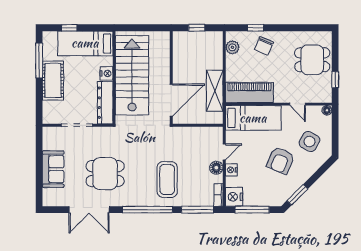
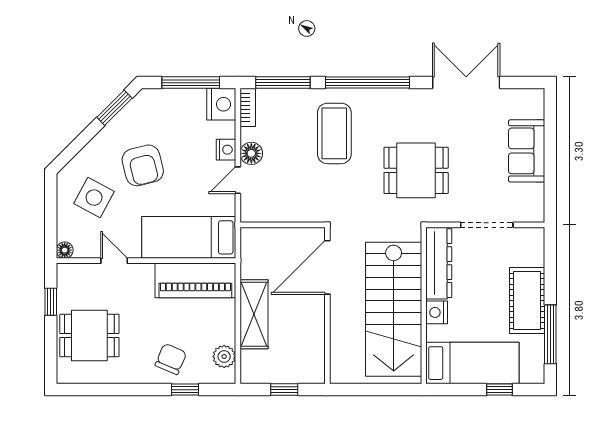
shelving: (215, 91) -> (254, 314), moved
armchair: (281, 161) -> (143, 165), turned 143
dining table: (105, 174) -> (416, 170), moved

